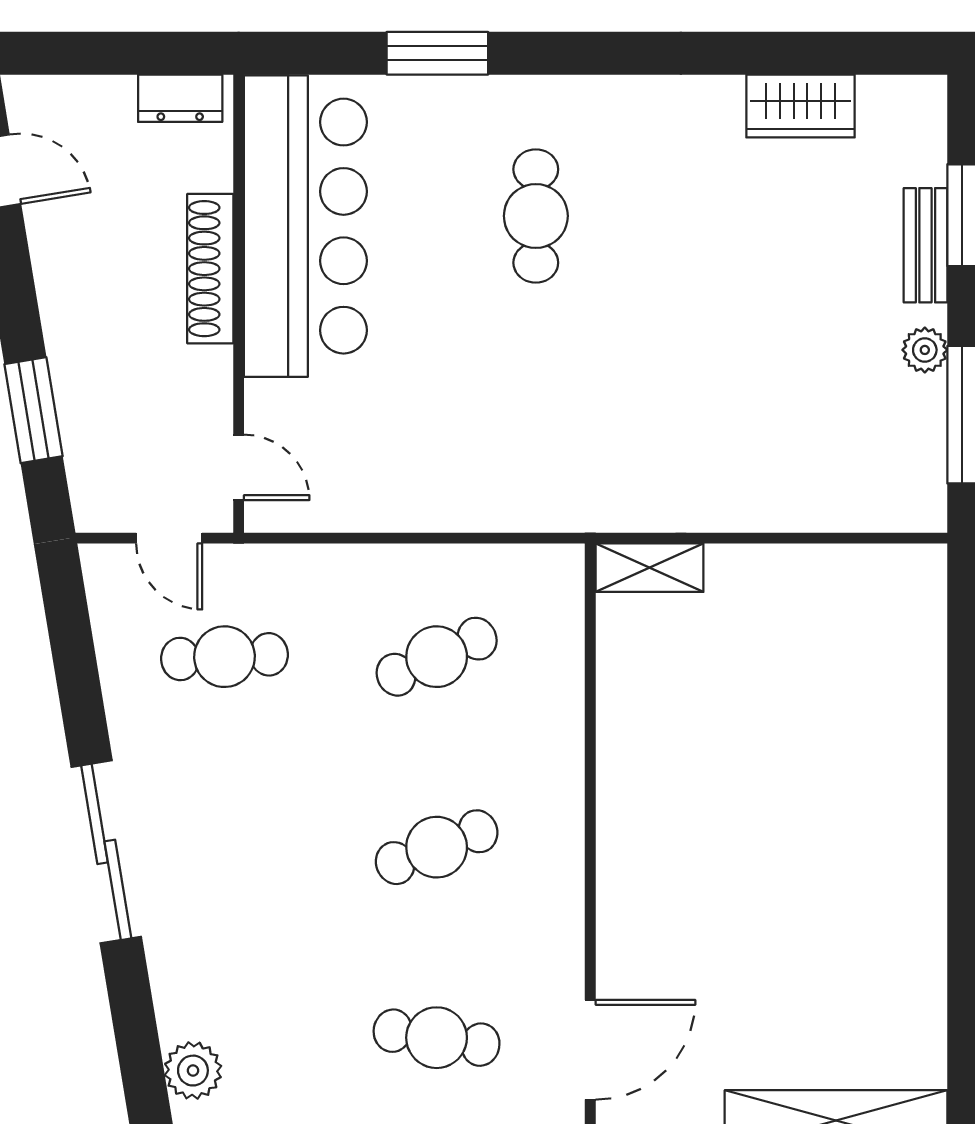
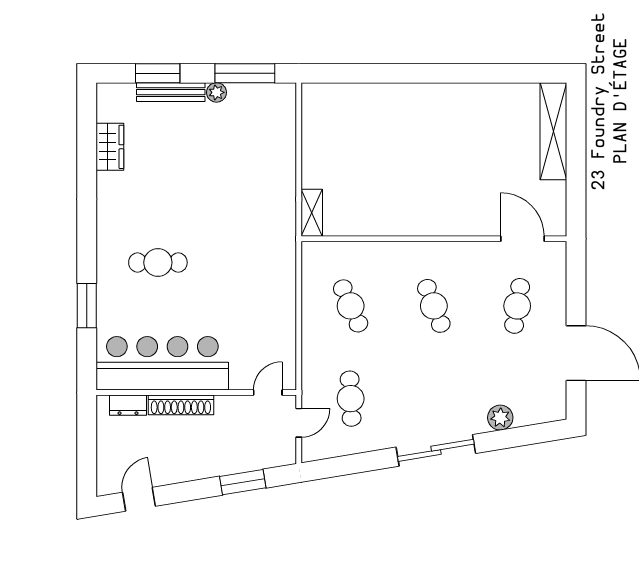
dresser: (180, 98) -> (128, 405), moved, turned 90
bench: (925, 245) -> (171, 92), width x1.36
plant: (193, 1071) -> (500, 418), moved

